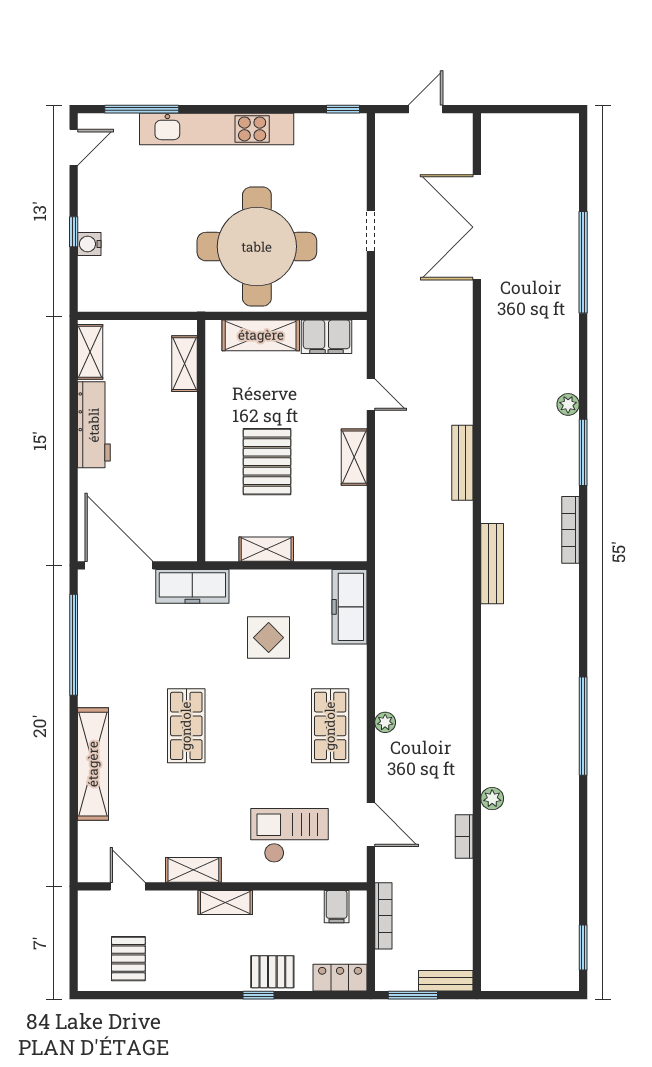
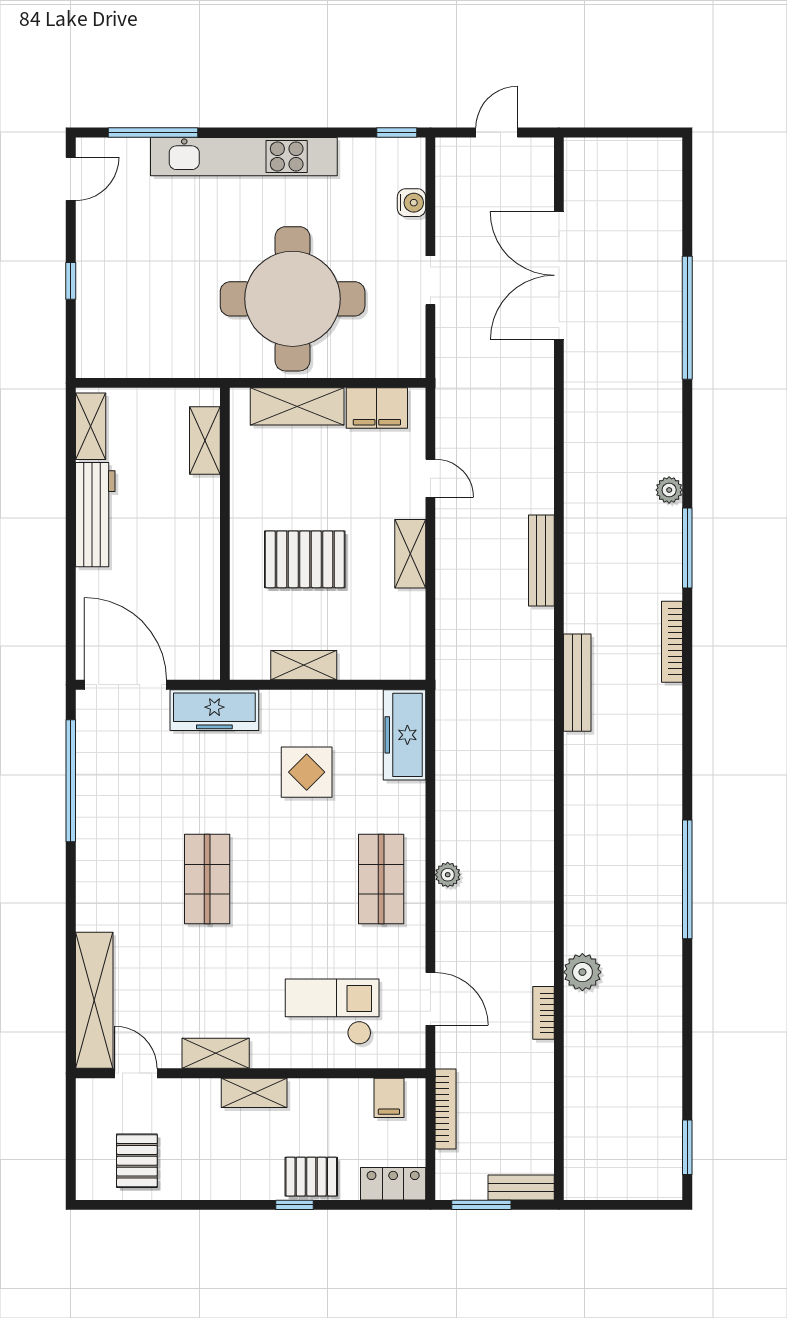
water cooler: (89, 244) -> (412, 203), moved, turned 180
pallet: (267, 462) -> (305, 559), turned 90
shelving: (93, 764) -> (94, 1000), moved
plant: (492, 799) -> (582, 972), width x1.38, depth x1.38

